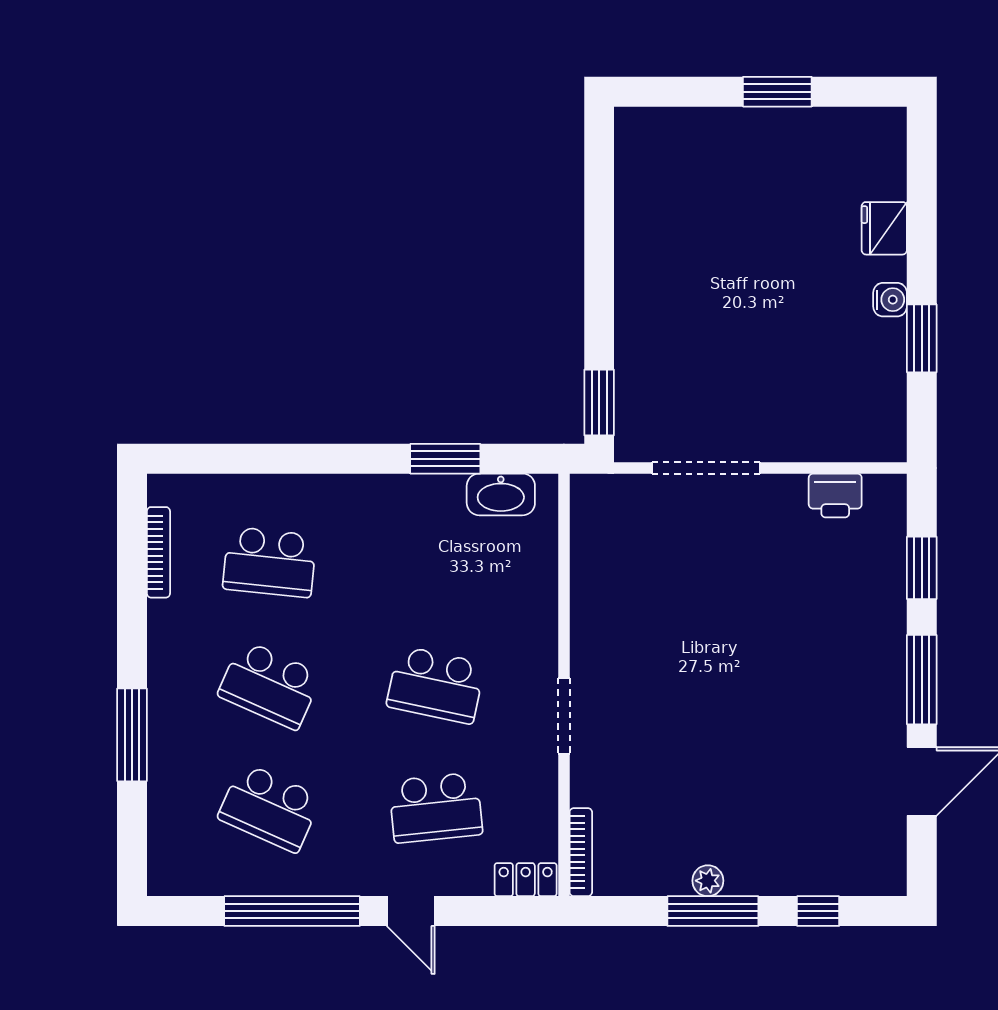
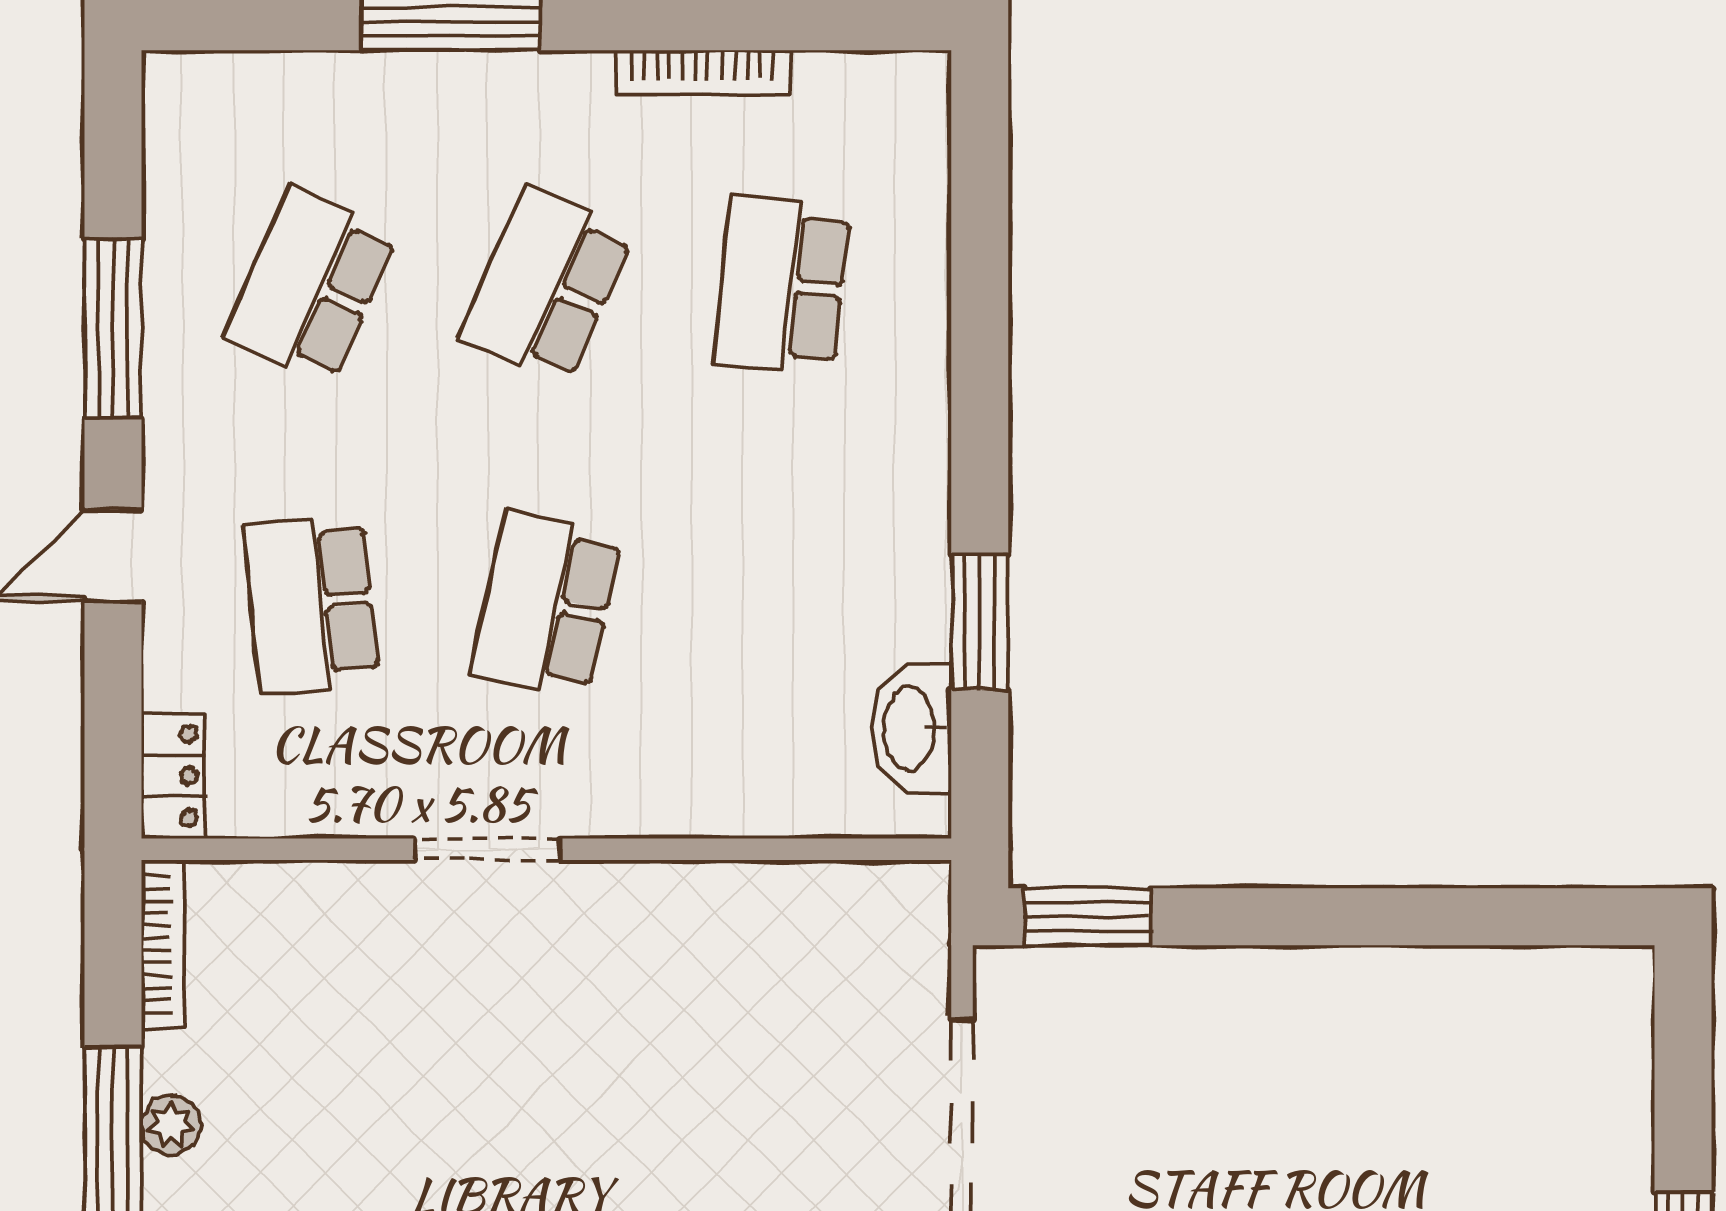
bookcase: (158, 552) -> (702, 72), moved
bookcase: (581, 852) -> (163, 944), moved, turned -90
window: (292, 911) -> (113, 328), width x0.68

